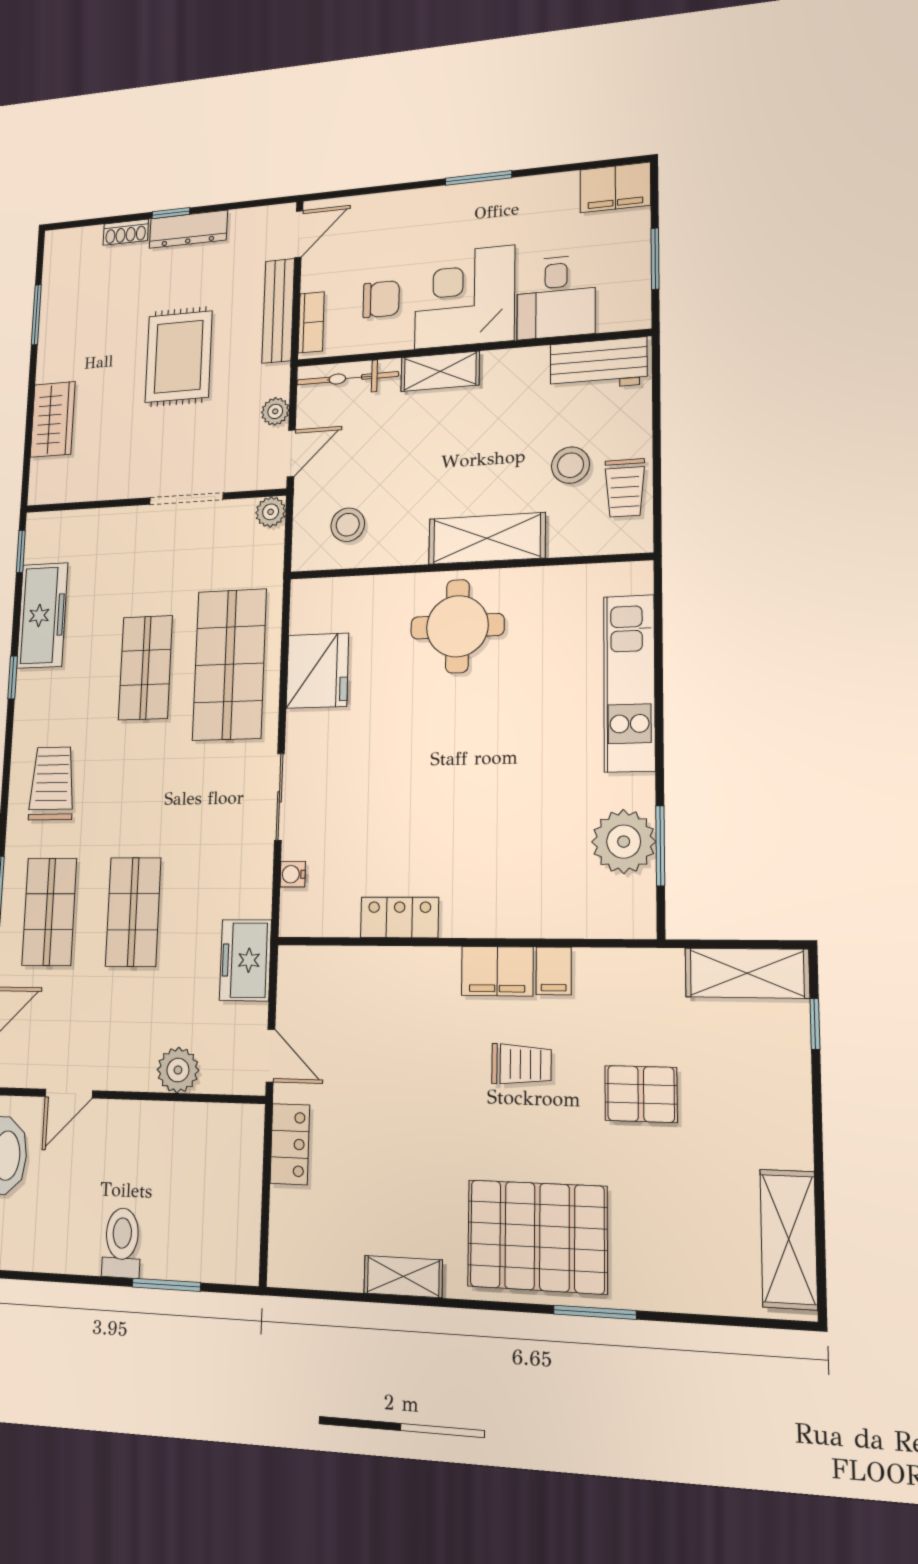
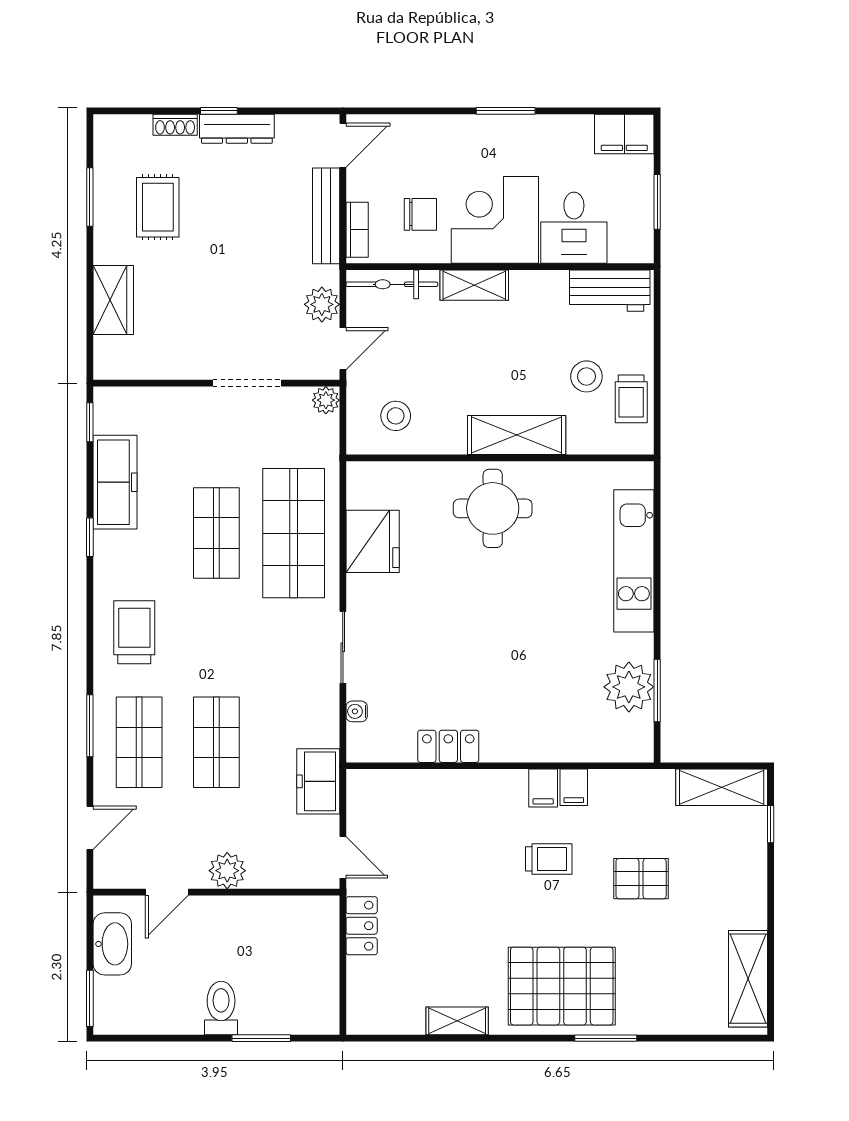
rug: (179, 357) -> (158, 207), moved, width x0.73, depth x0.70
plant: (275, 411) -> (322, 304), width x1.38, depth x1.38
filing cabinet: (497, 971) -> (543, 788), width x0.50
plant: (178, 1070) -> (227, 871), moved

